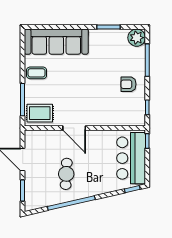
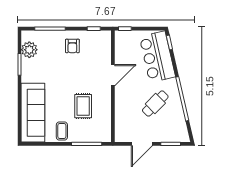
plant: (137, 38) -> (29, 50), moved
rug: (40, 113) -> (83, 106), moved
door: (74, 128) -> (113, 75), moved
bar counter: (131, 158) -> (157, 57), moved, turned 77
cafe table: (66, 174) -> (155, 104), turned -48

